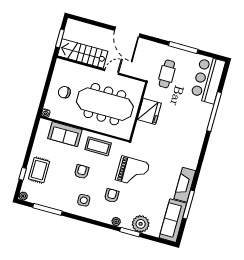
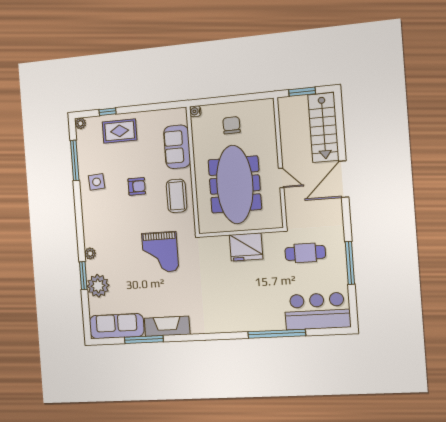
stairs: (83, 54) -> (323, 128), moved, turned 180
armchair: (112, 196) -> (120, 236), removed
side table: (84, 200) -> (97, 182), moved

